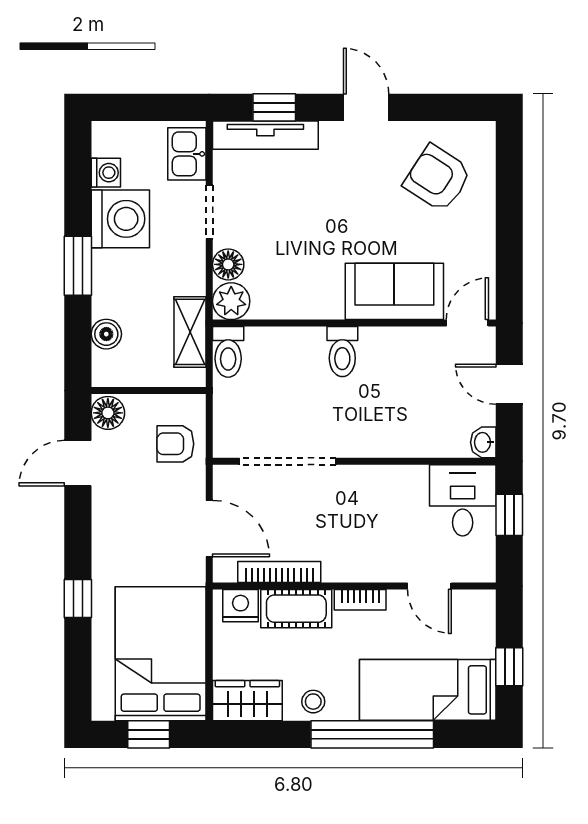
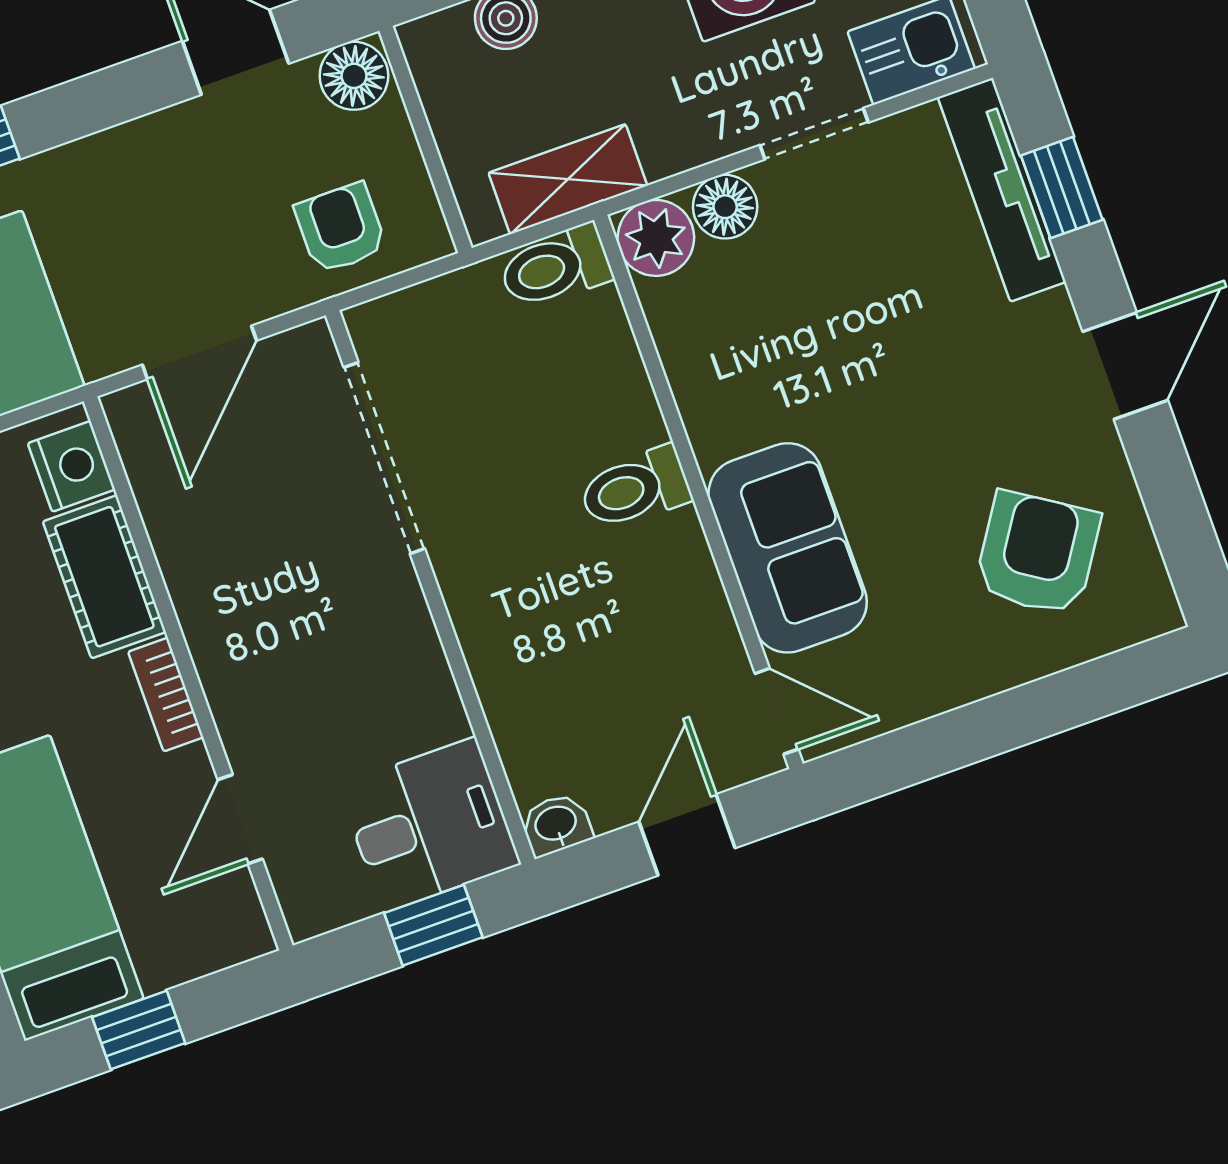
bookcase: (279, 572) -> (164, 518), removed

